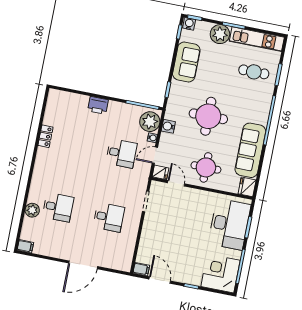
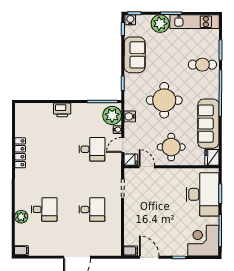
cafe table: (254, 72) -> (202, 65), moved
locker: (45, 136) -> (20, 153), width x1.53

